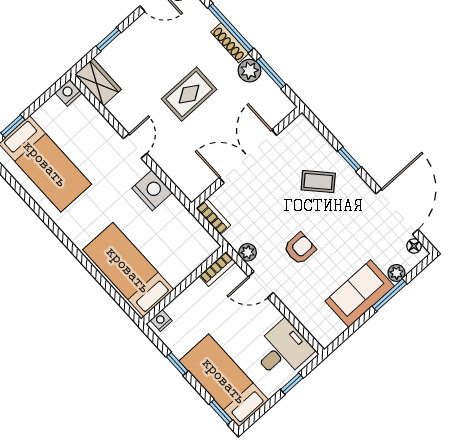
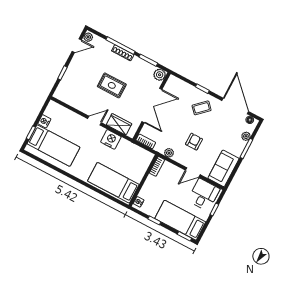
plant: (249, 71) -> (160, 75), moved
wardrobe: (98, 82) -> (119, 124), moved
nightstand: (69, 93) -> (44, 121), moved
rug: (189, 94) -> (112, 85), turned 90
door: (135, 146) -> (95, 121), hinge flipped
double door: (248, 156) -> (152, 106), swing flipped
coffee table: (318, 182) -> (202, 108), moved
door: (261, 285) -> (193, 172), moved
sofa: (360, 294) -> (223, 168), moved

